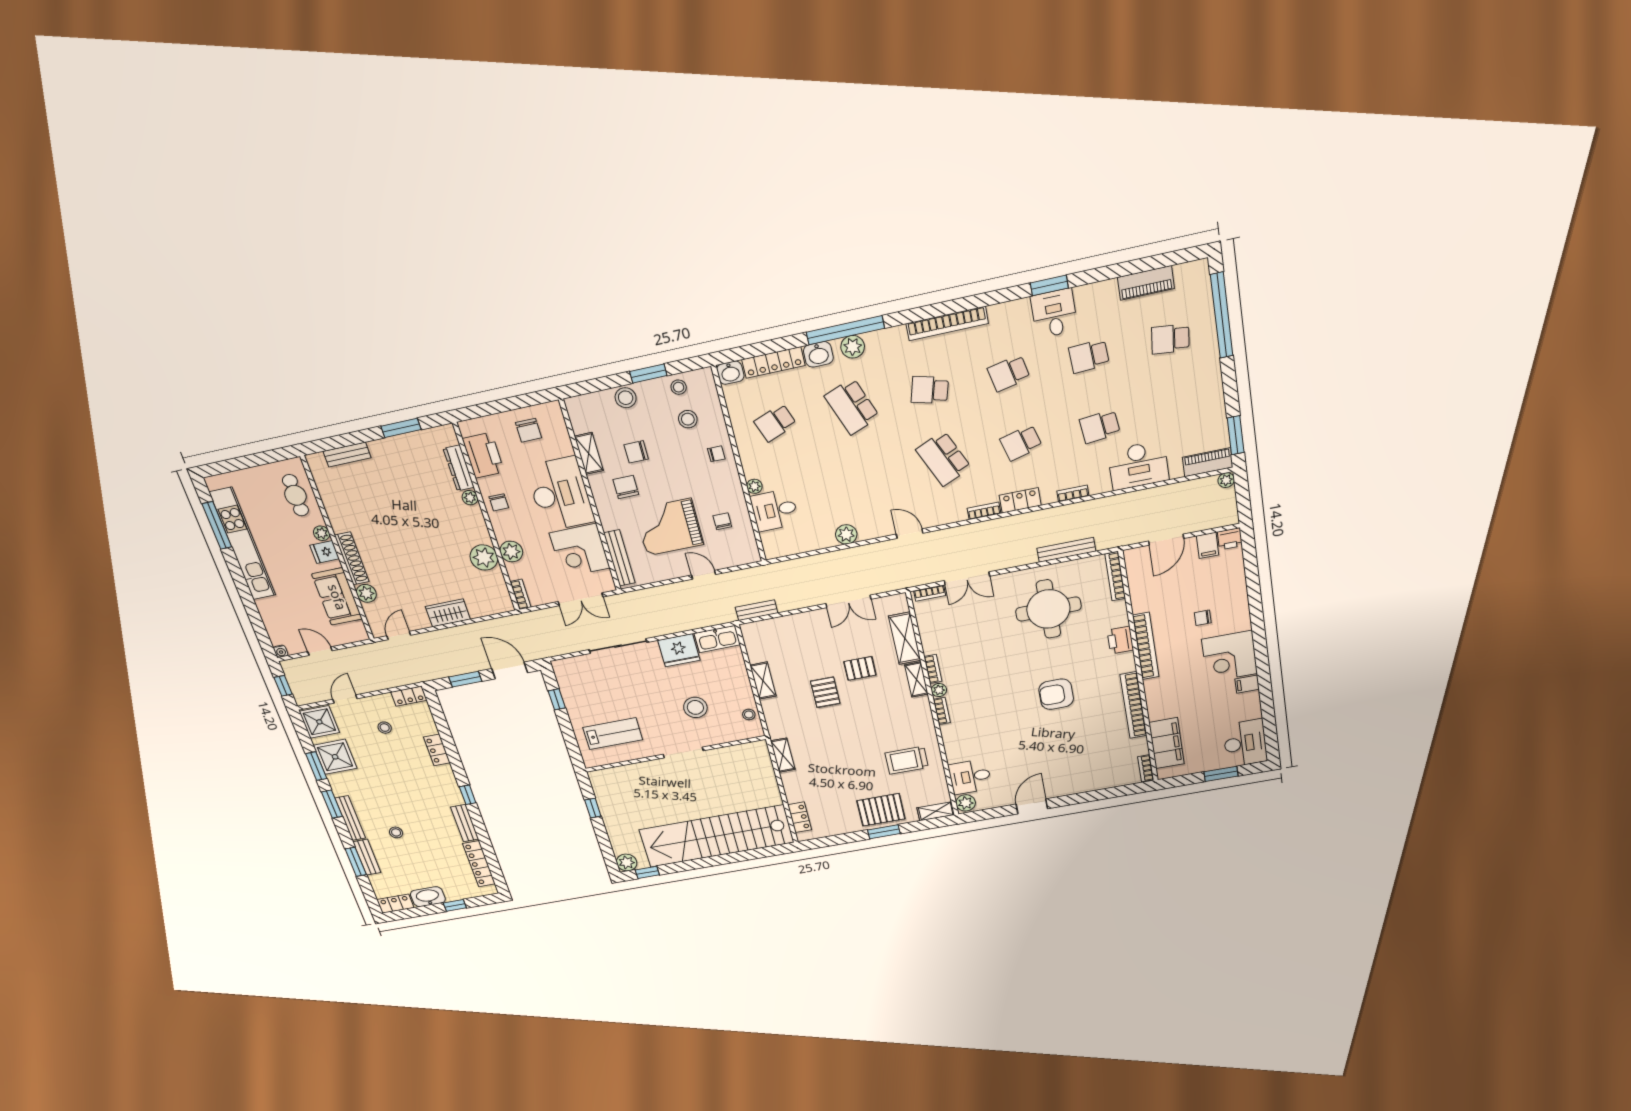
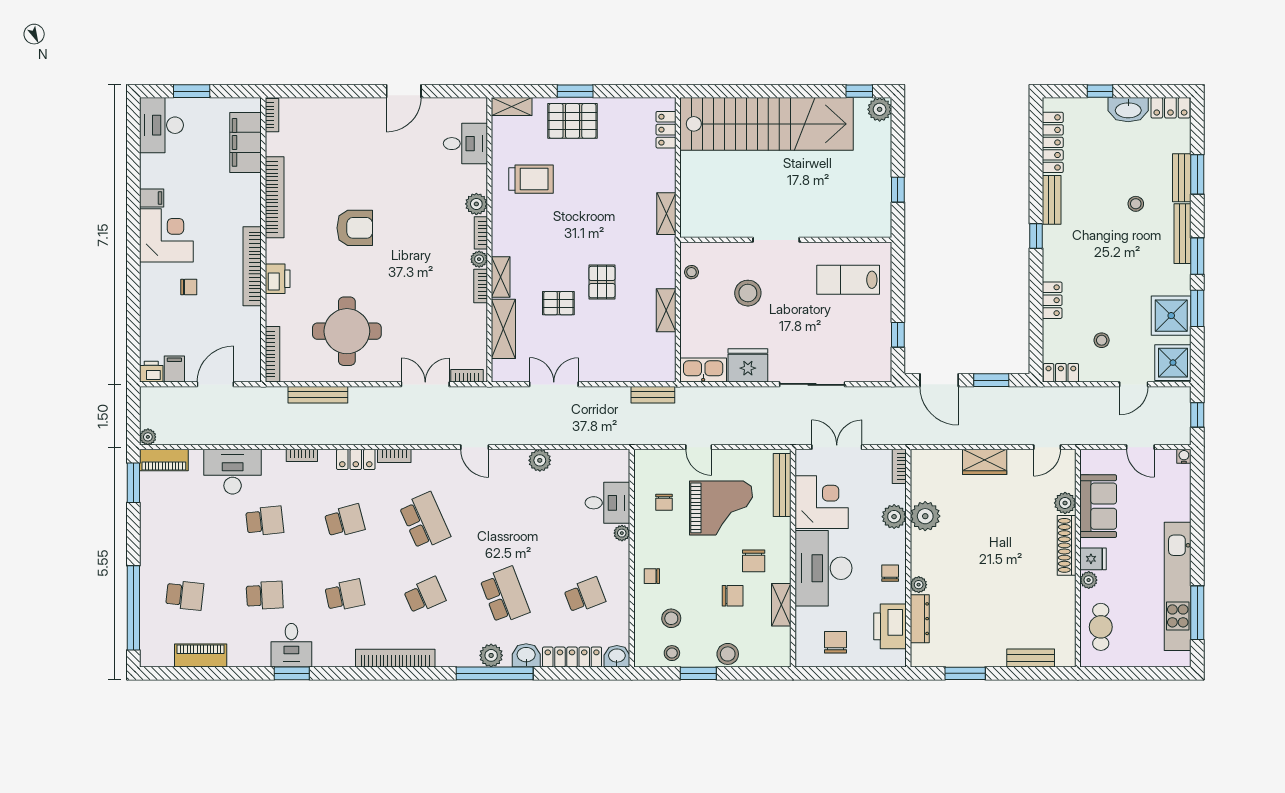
school desk: (930, 390) -> (425, 595), turned -39
plant: (966, 803) -> (476, 204), moved

